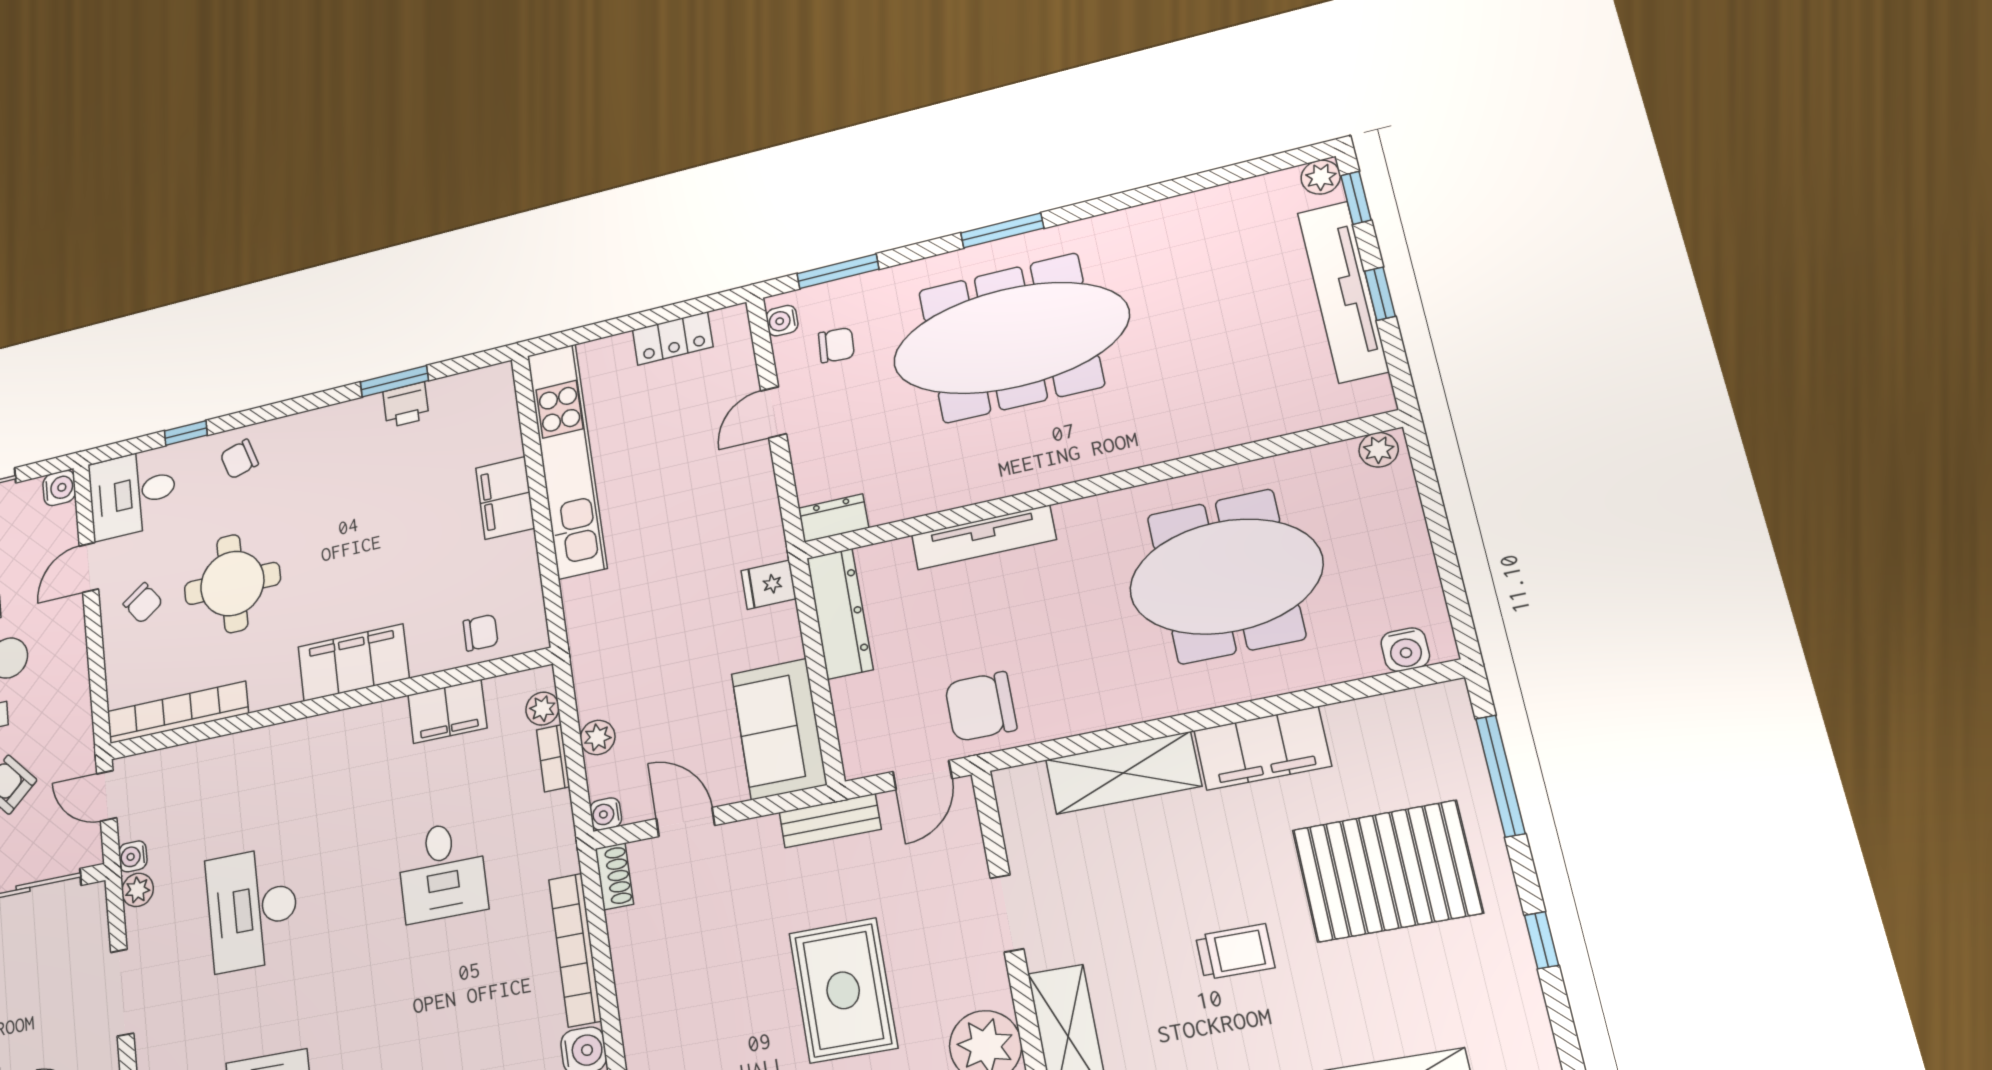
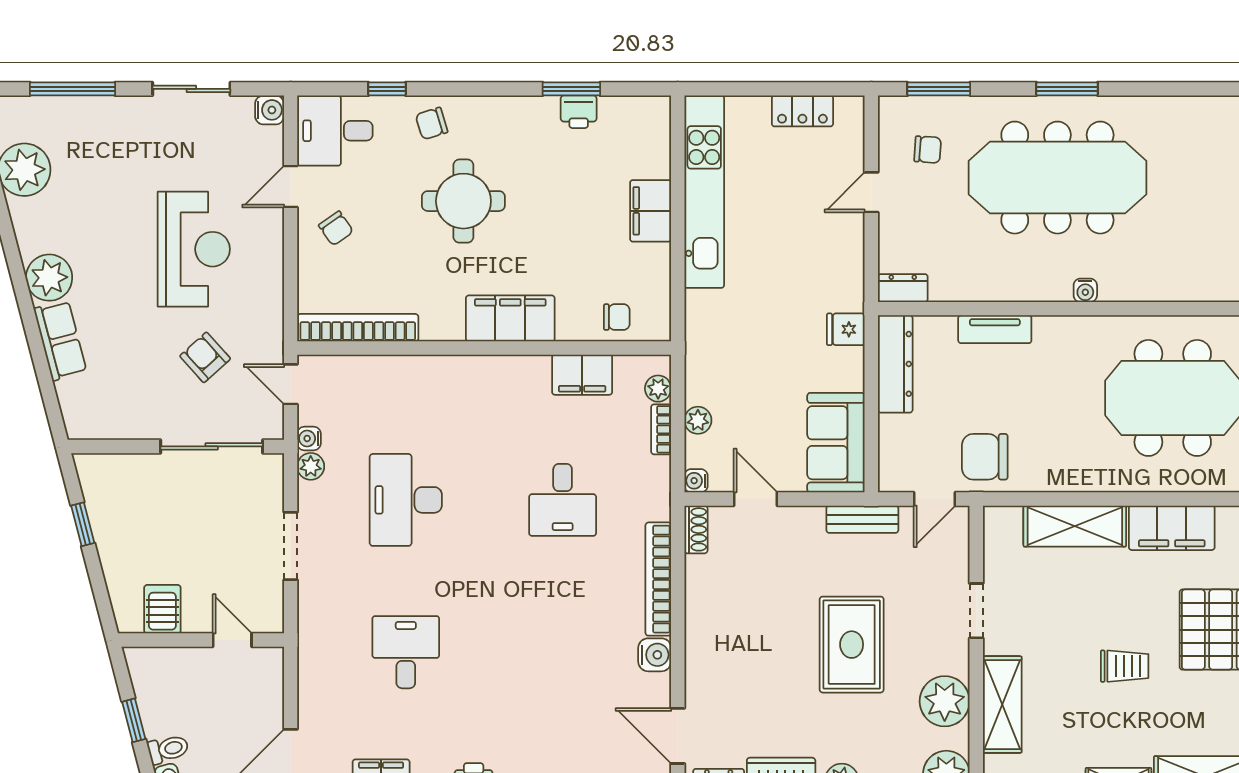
water cooler: (782, 321) -> (1085, 290), moved, turned -90
tv unit: (984, 537) -> (995, 329), width x0.71
round table: (232, 584) -> (463, 201), moved

